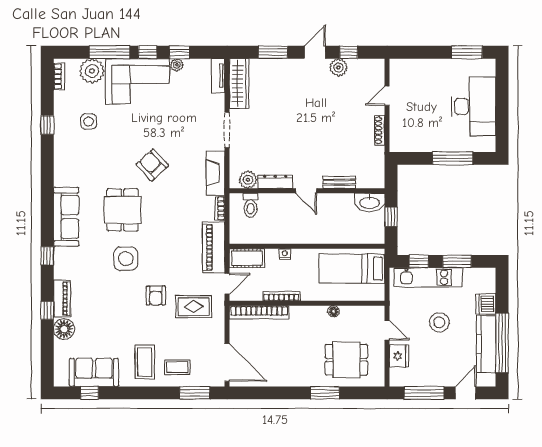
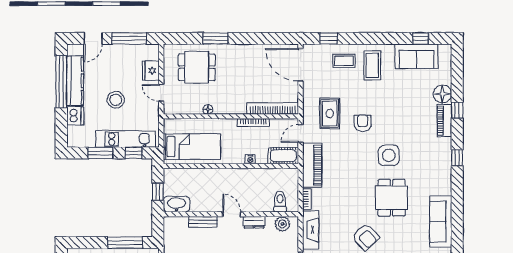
window: (453, 158) -> (125, 243), moved
dresser: (275, 182) -> (254, 222), width x0.70
sofa: (66, 217) -> (441, 222), moved
rug: (194, 307) -> (330, 113), turned 90
window: (195, 393) -> (329, 38), width x0.67

